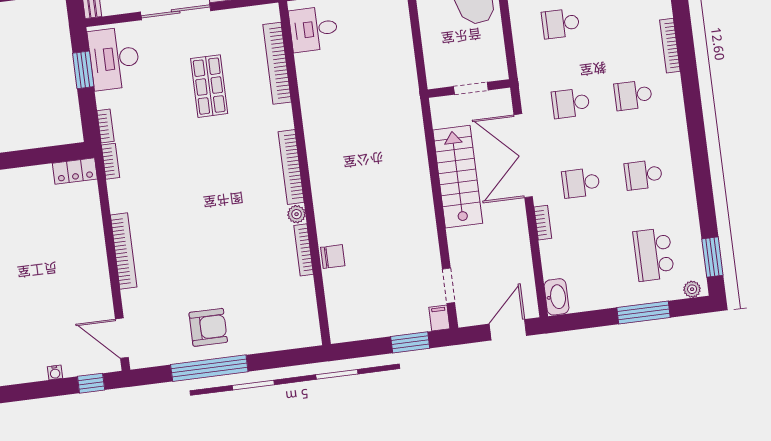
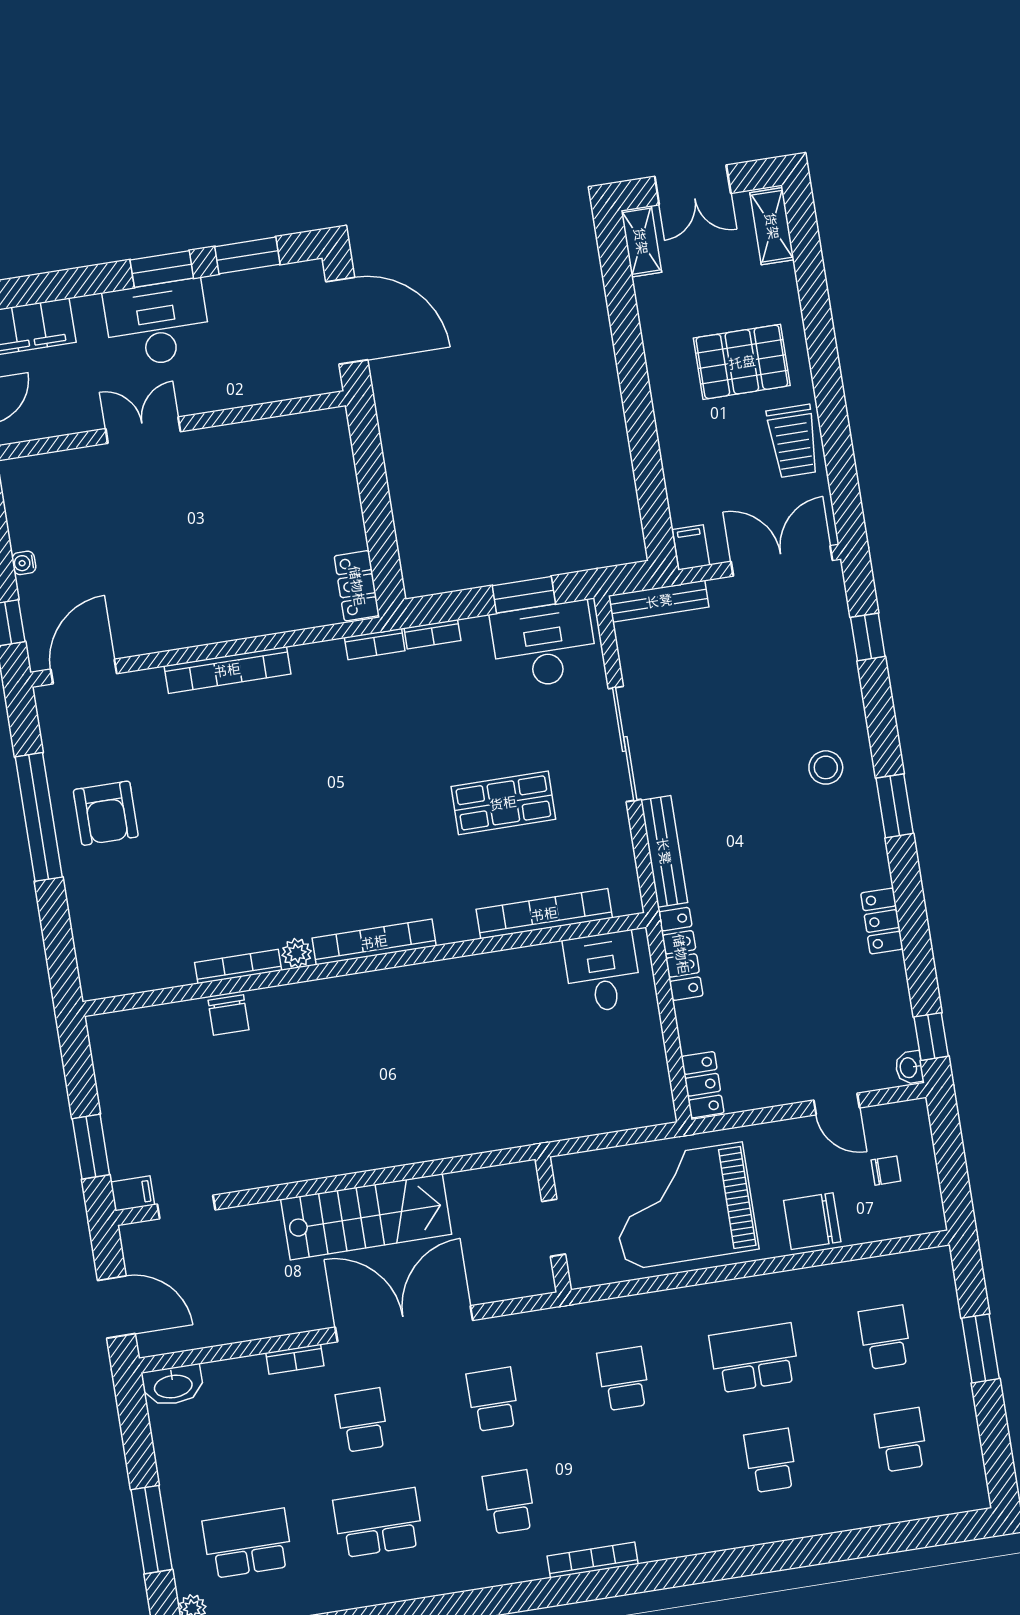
doorway: (471, 88) -> (554, 1228), moved
wall: (469, 89) -> (553, 1225), moved
school desk: (643, 175) -> (378, 1523), width x1.85

